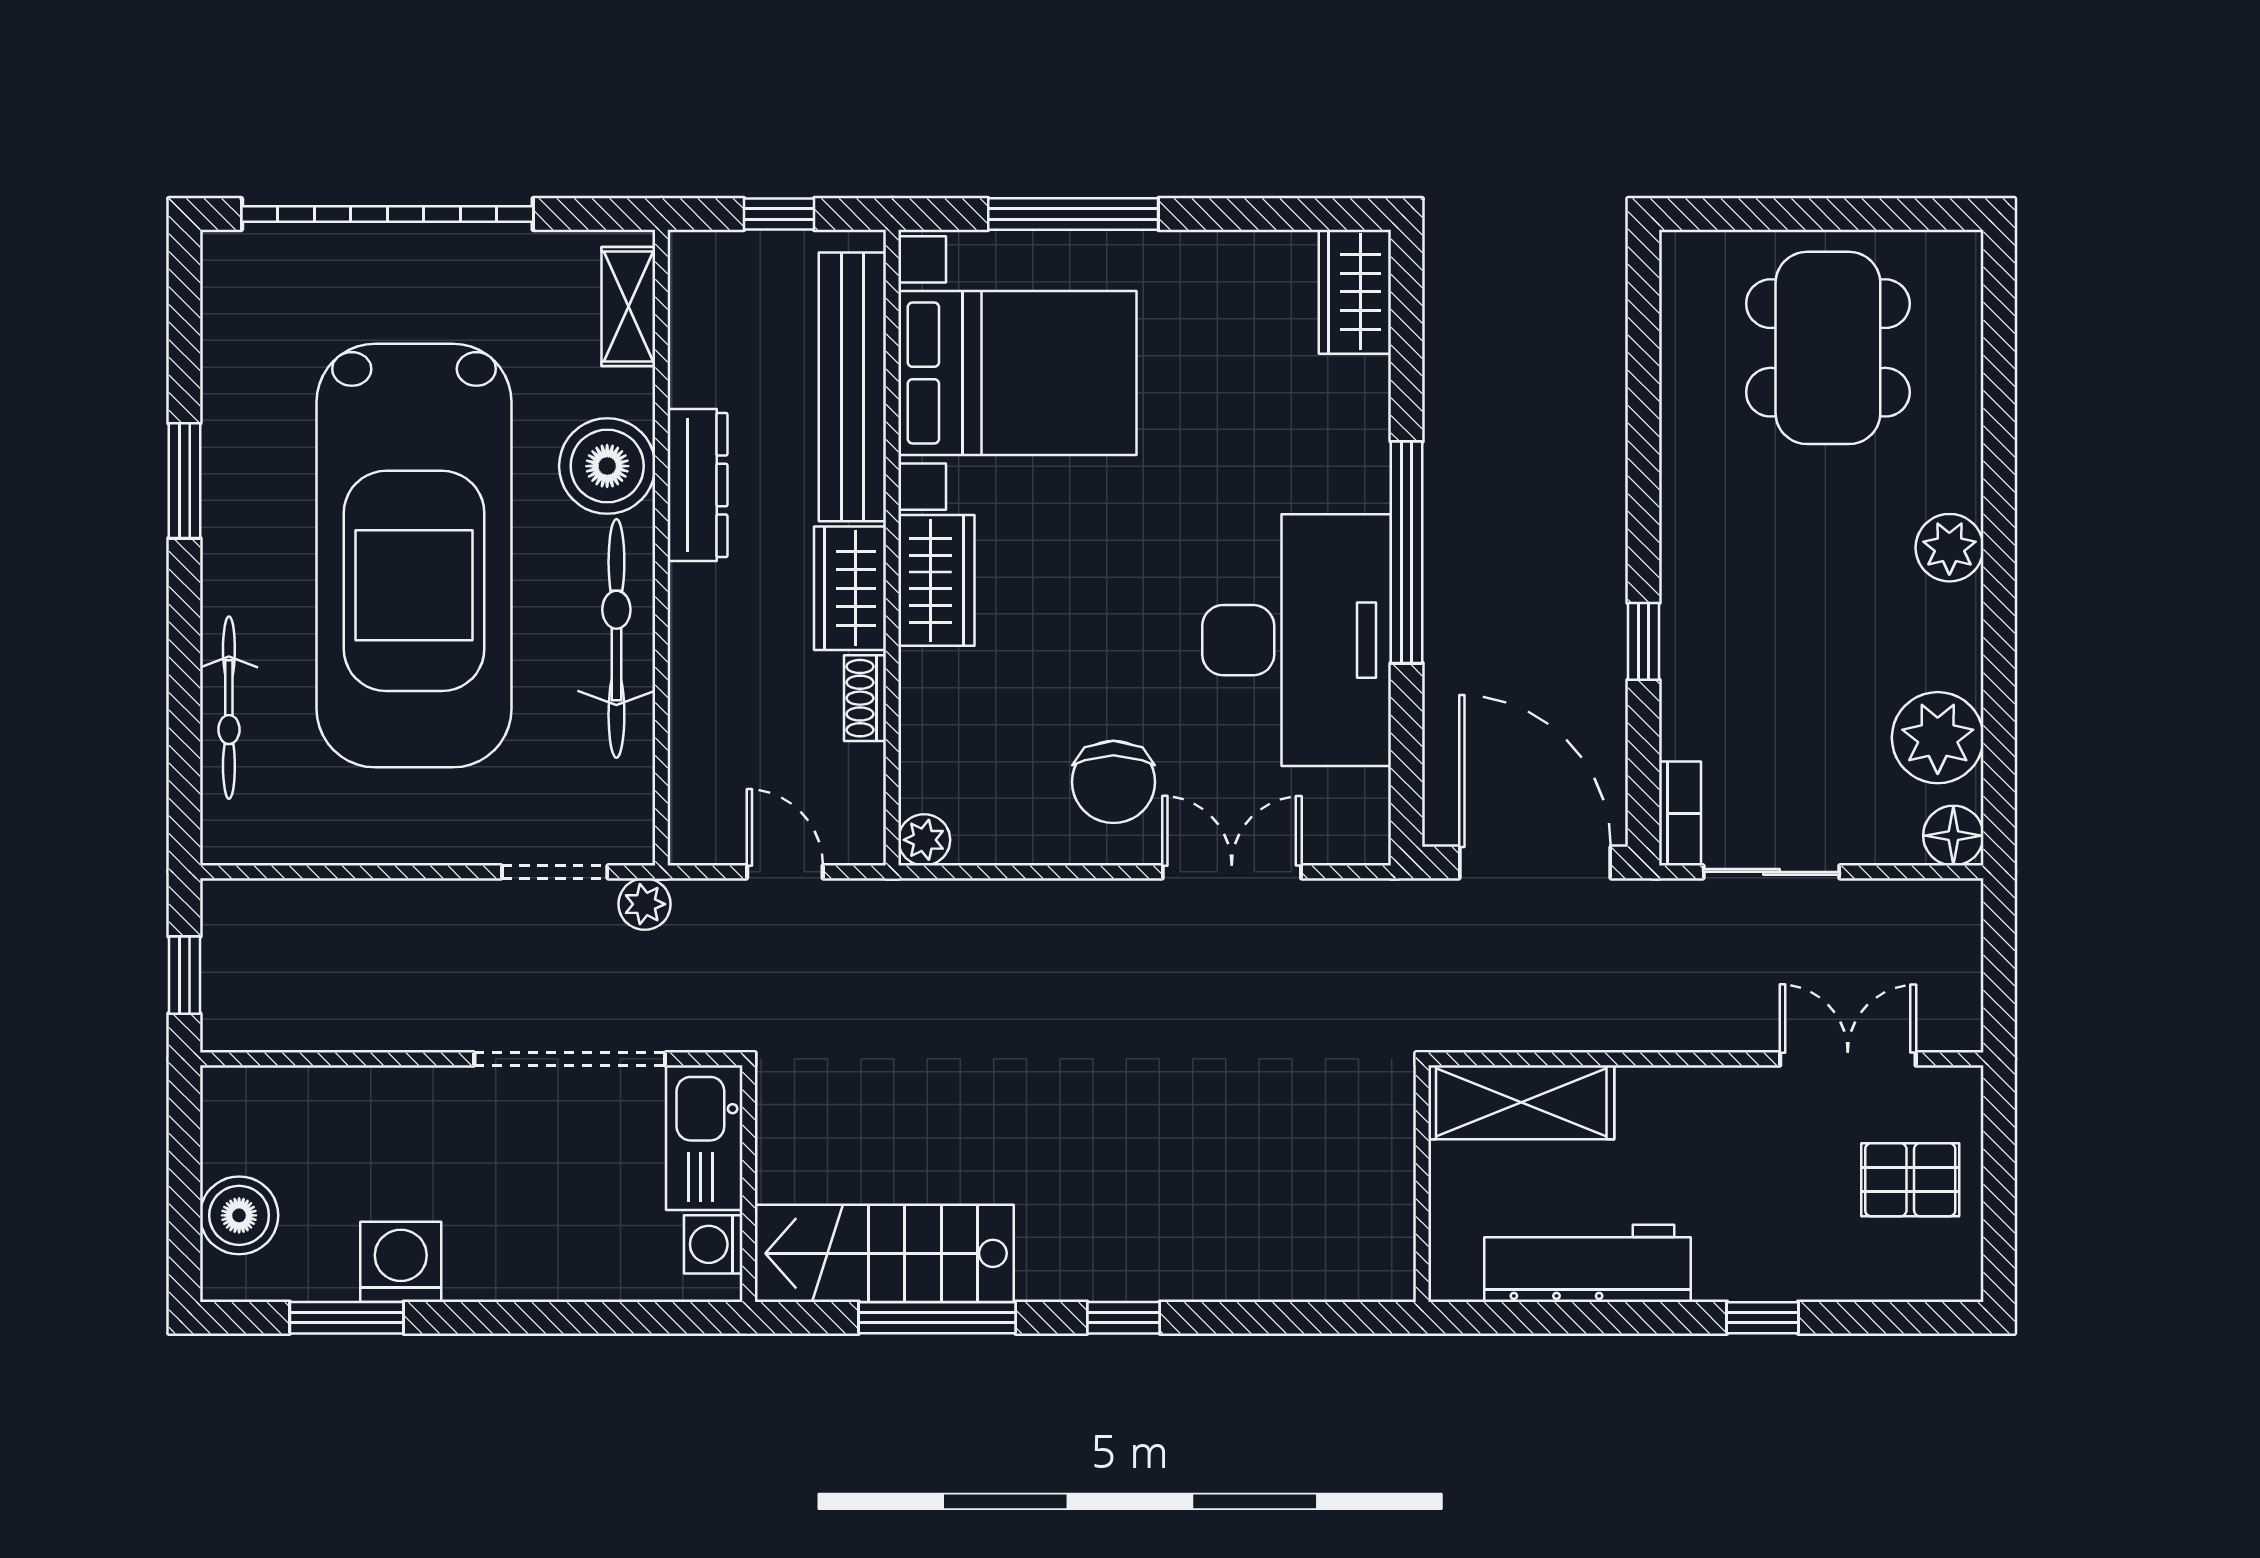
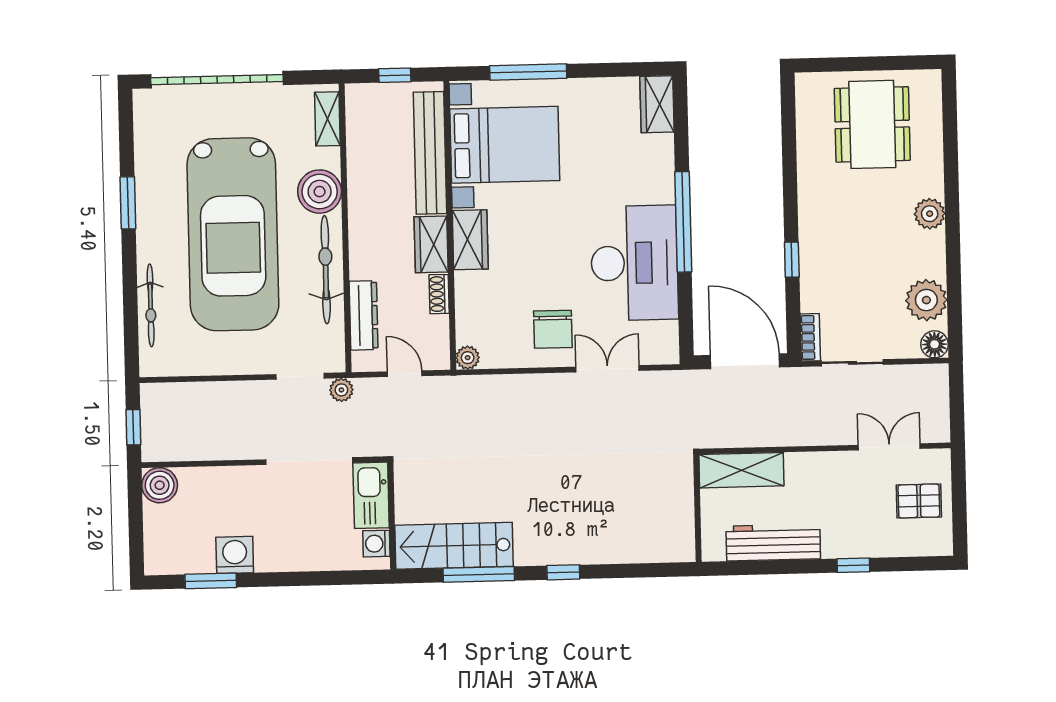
dresser: (697, 485) -> (364, 315), moved
boiler: (239, 1215) -> (160, 485), moved

